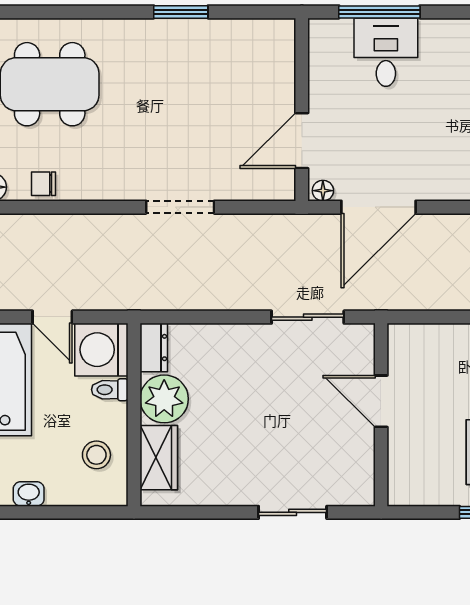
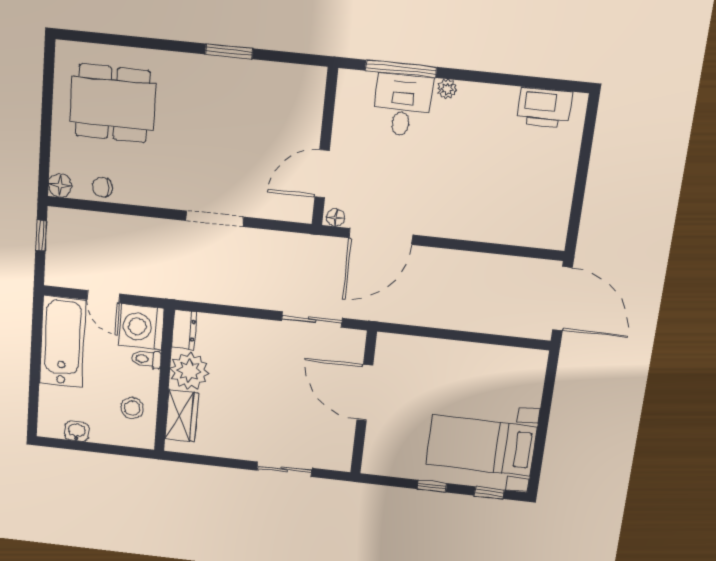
plant: (434, 29) -> (447, 89), added
door: (381, 401) -> (365, 393), width x1.36

